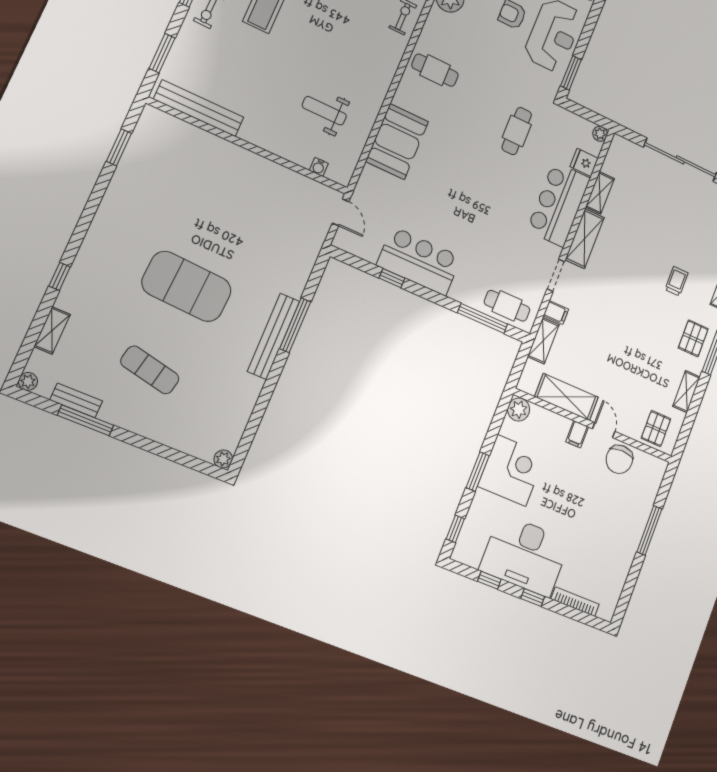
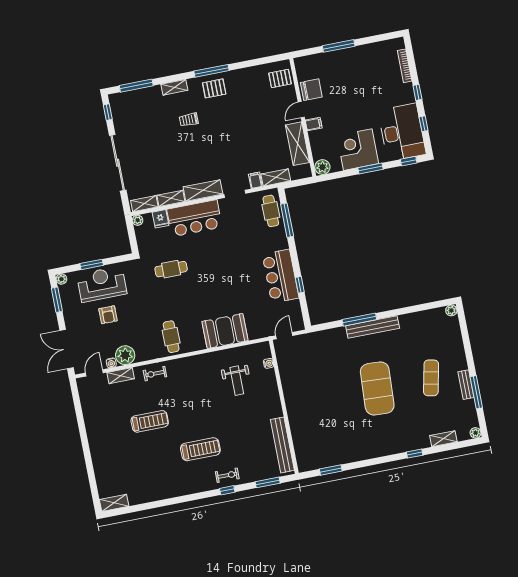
window: (571, 73) -> (92, 264), moved
shelving: (686, 392) -> (144, 204), moved
bench: (76, 400) -> (466, 385), moved
desk: (525, 555) -> (402, 132), moved

